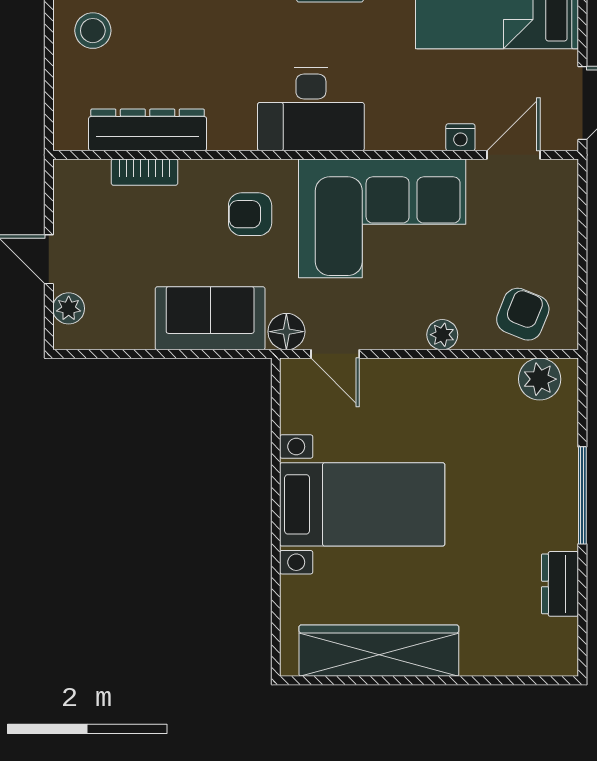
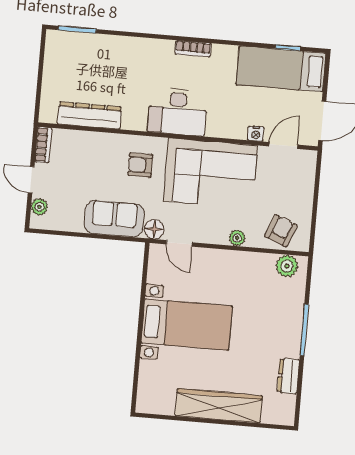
stool: (93, 31) -> (65, 60), removed
bookcase: (144, 172) -> (43, 145), moved, turned -90
wardrobe: (379, 651) -> (219, 406), moved

